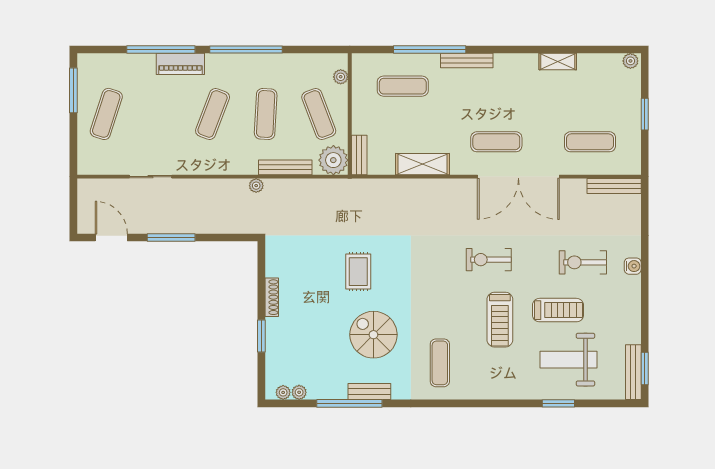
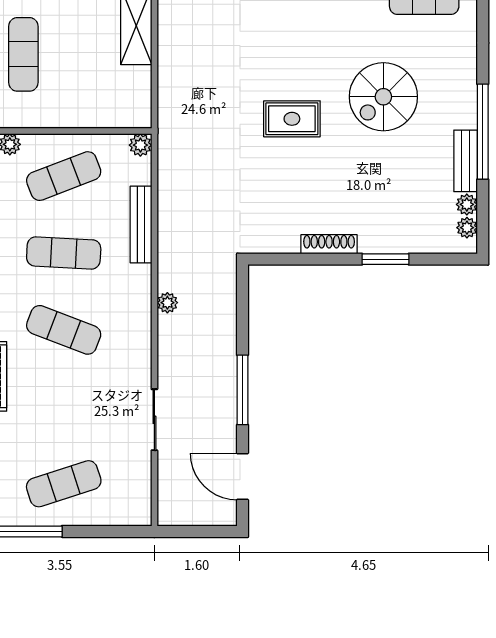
exercise mat: (106, 114) -> (64, 484), turned -36
bench: (359, 155) -> (123, 117), removed
plant: (333, 160) -> (140, 145), width x0.53, depth x0.53
plant: (256, 186) -> (167, 303), moved
door: (111, 237) -> (243, 477), hinge flipped
bench: (369, 392) -> (466, 161), moved

